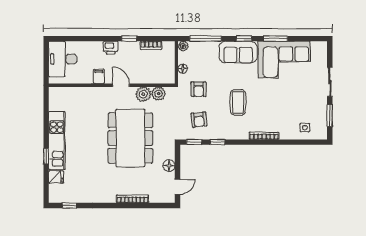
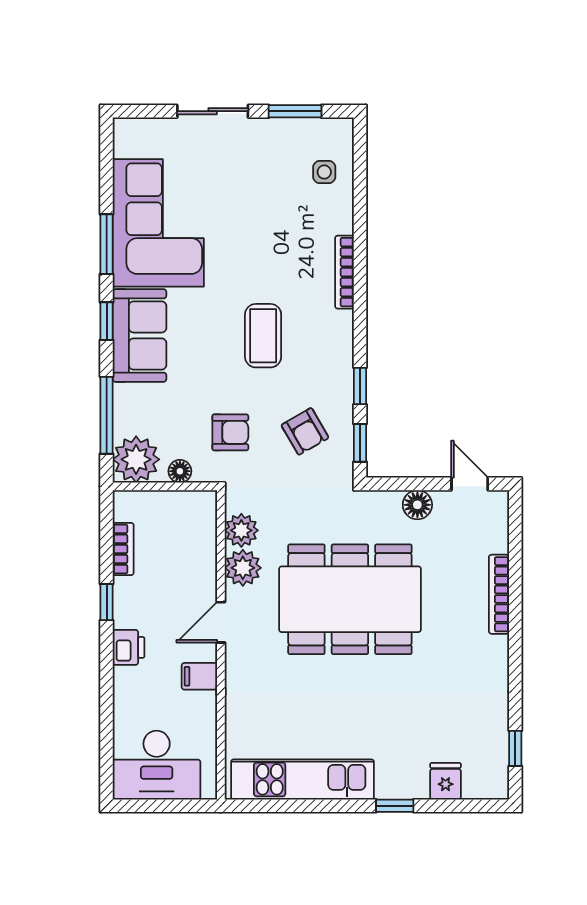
plant: (183, 46) -> (136, 459), width x1.88, depth x1.88
coffee table: (238, 103) -> (263, 336), turned 90
armchair: (199, 120) -> (305, 431), turned 66
kitchen unit: (57, 141) -> (303, 779), moved

